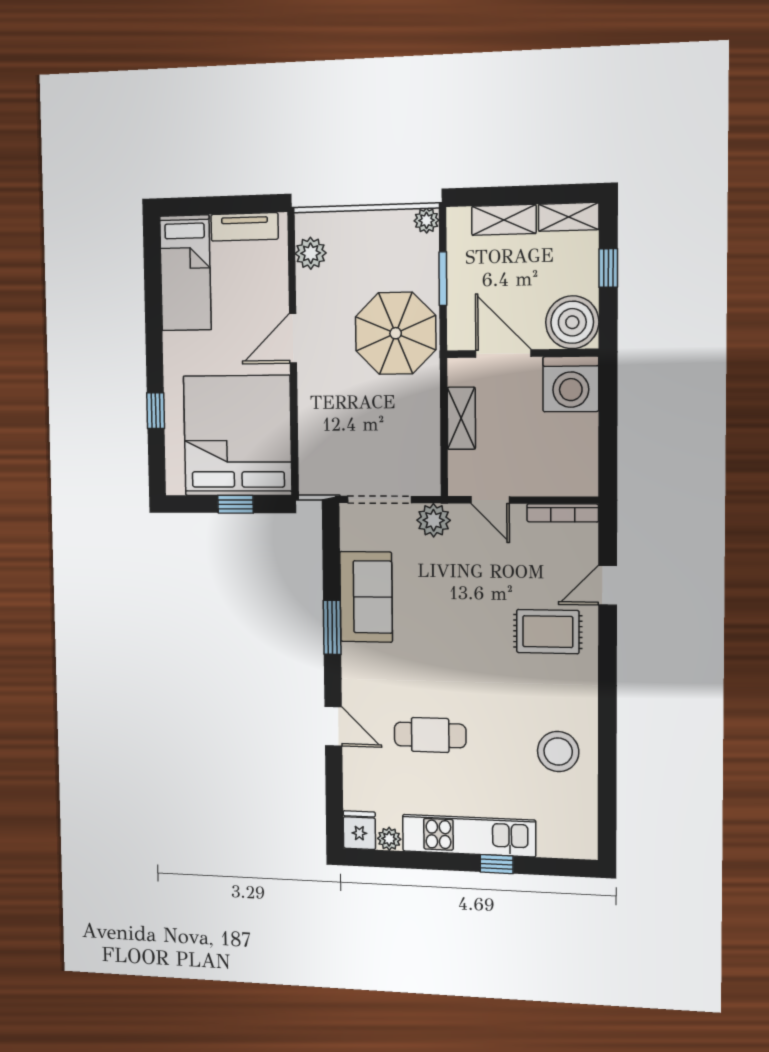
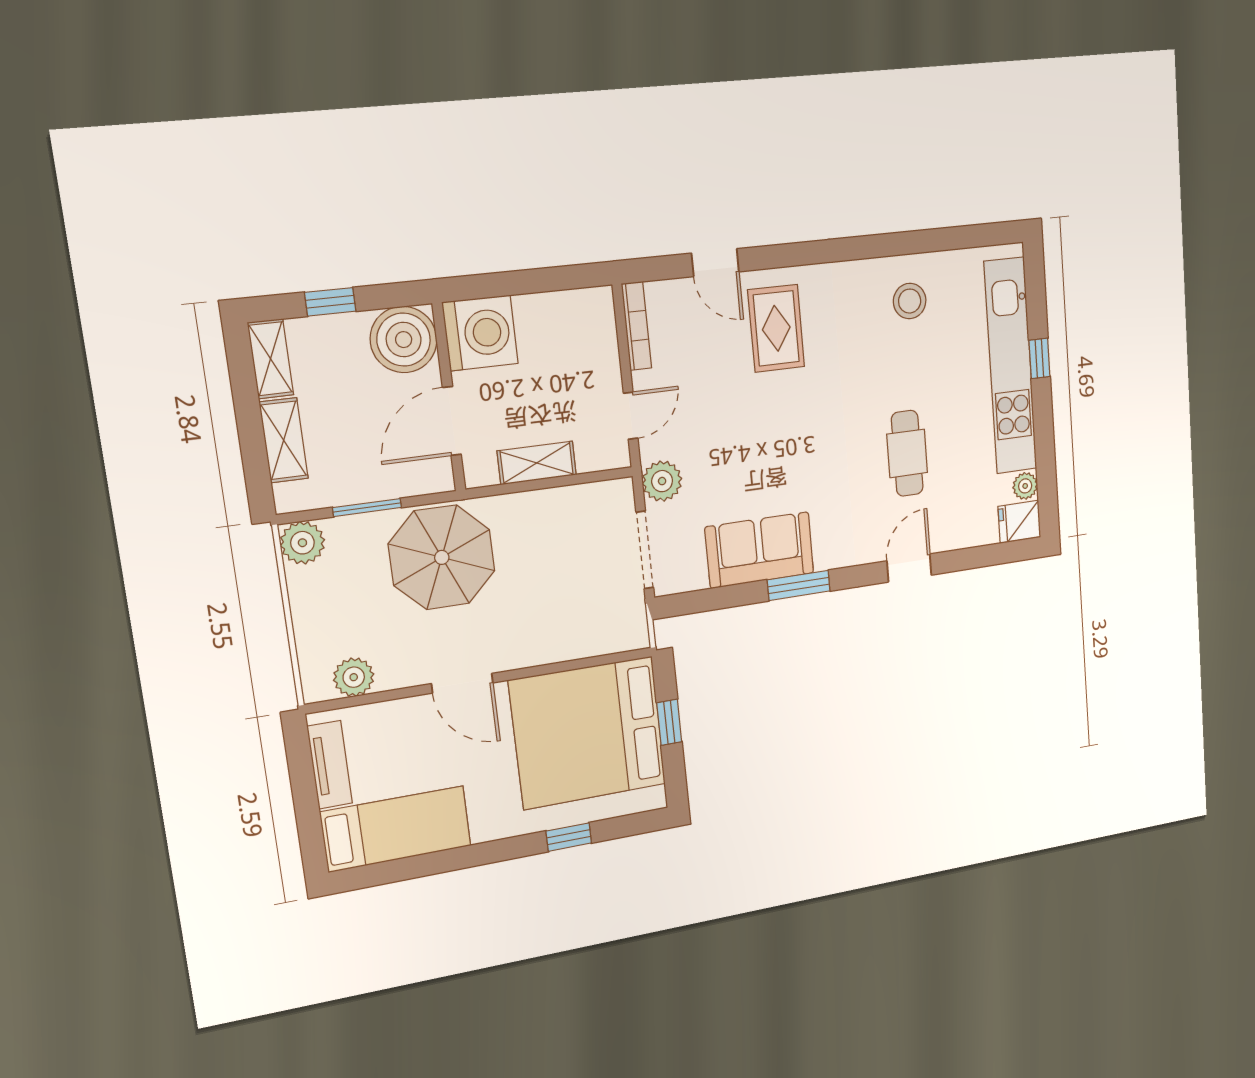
plant: (426, 220) -> (302, 543), width x1.38, depth x1.38
stool: (558, 752) -> (910, 301), width x0.73, depth x0.73
kitchen unit: (469, 836) -> (1010, 366), width x1.36

